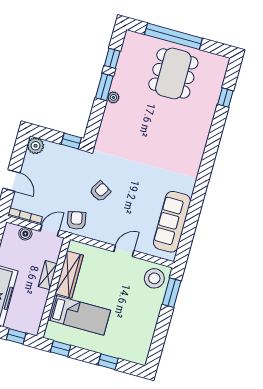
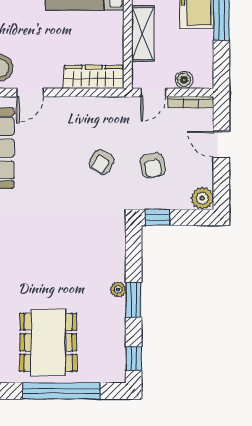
window: (112, 58) -> (134, 358), moved
armchair: (76, 220) -> (153, 165), moved
door: (124, 251) -> (30, 93), moved
wardrobe: (69, 274) -> (94, 77), moved, turned 90
shelving: (48, 275) -> (143, 34), width x1.50, depth x1.33

